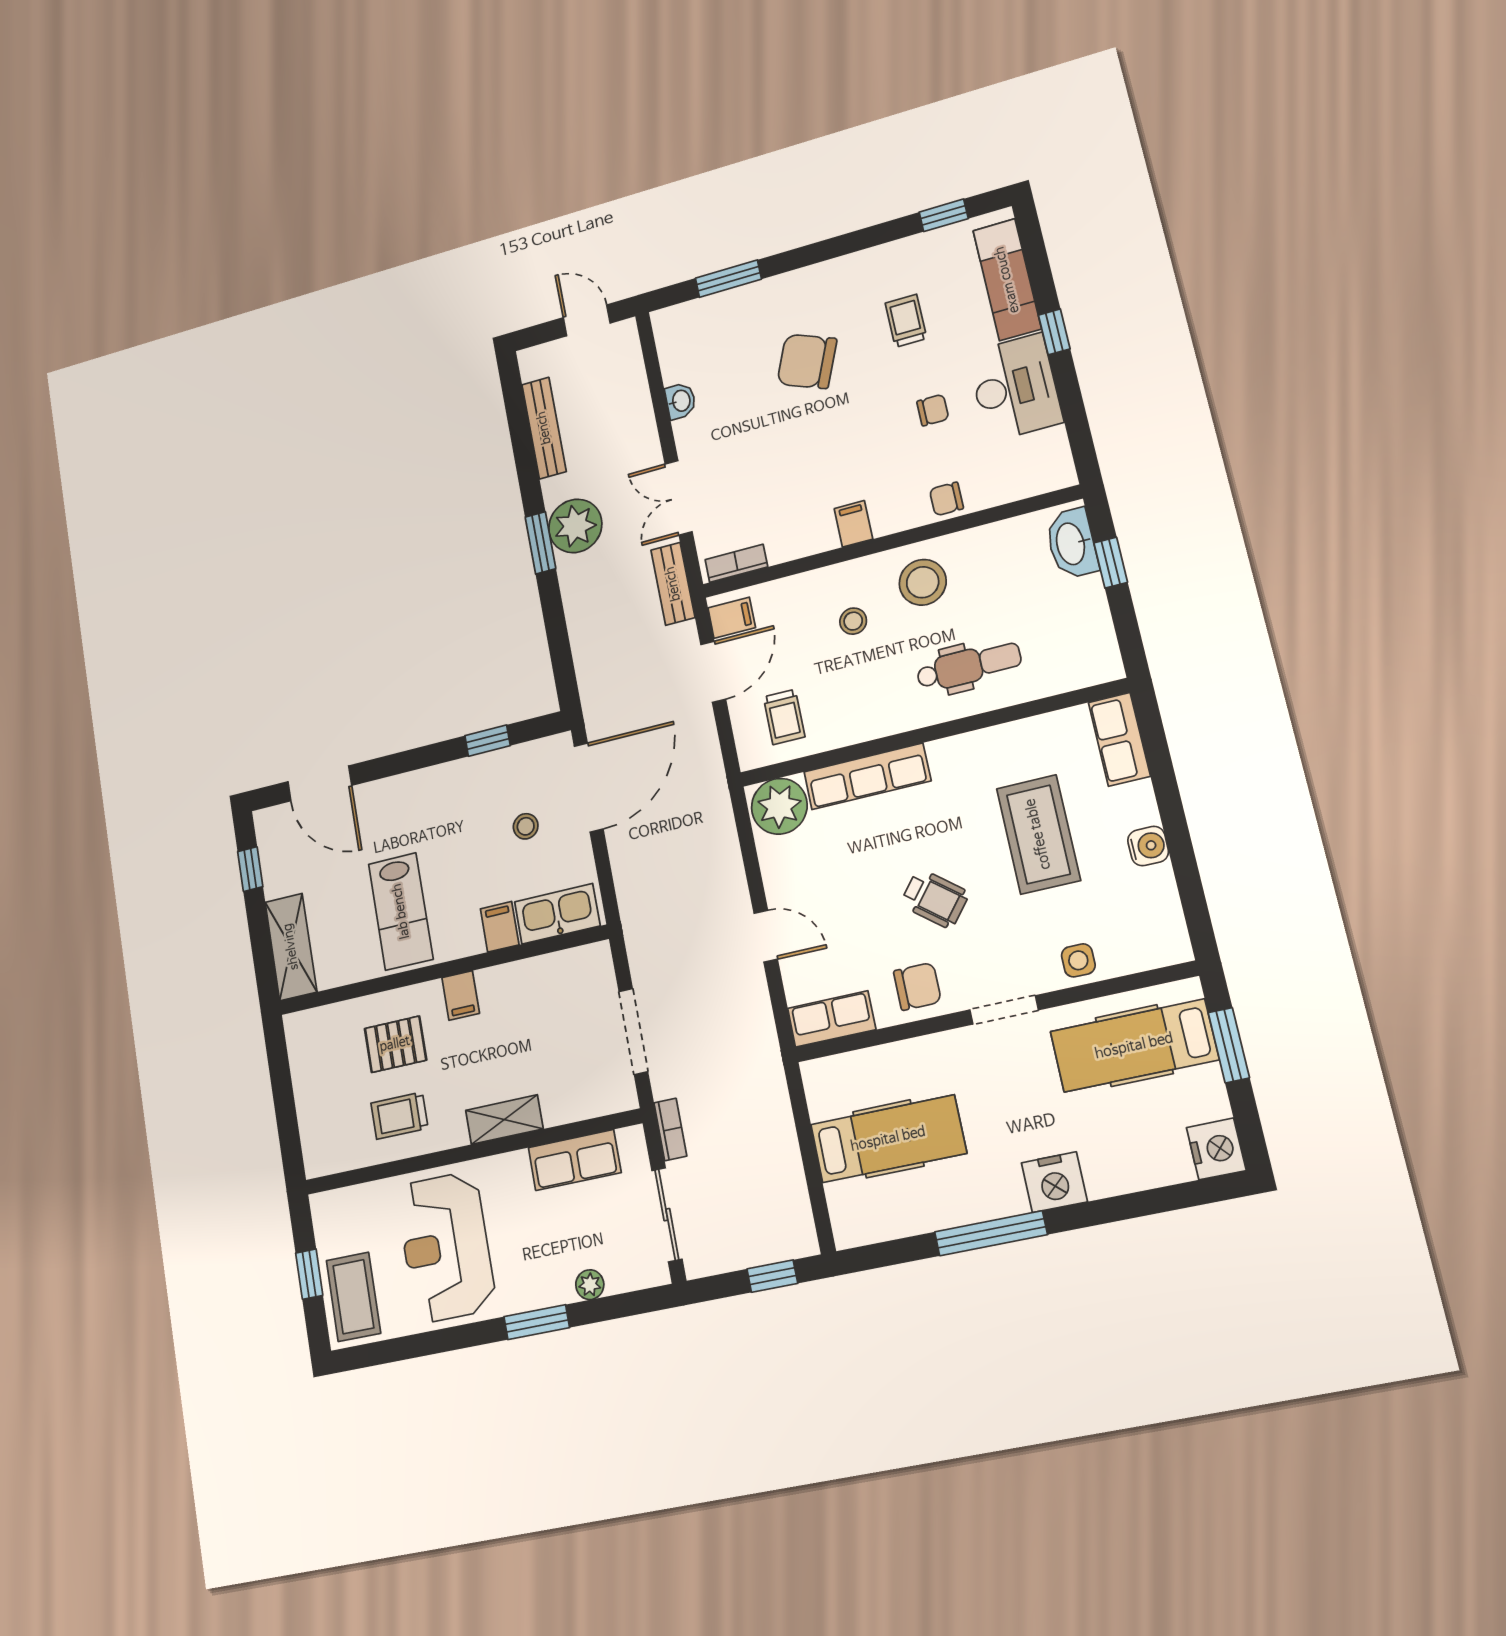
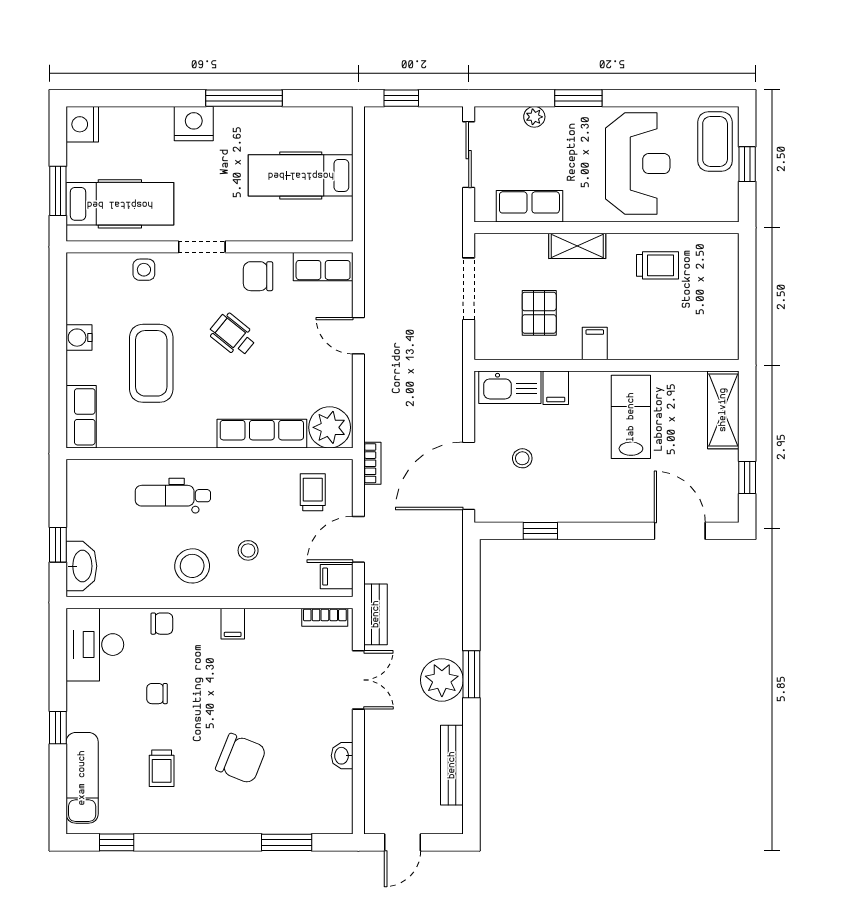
door: (587, 320) -> (403, 842), hinge flipped
desk: (1015, 387) -> (95, 645), moved
pallet: (395, 1044) -> (539, 313), moved, turned 90
bookcase: (670, 1129) -> (372, 463), moved, turned 180

